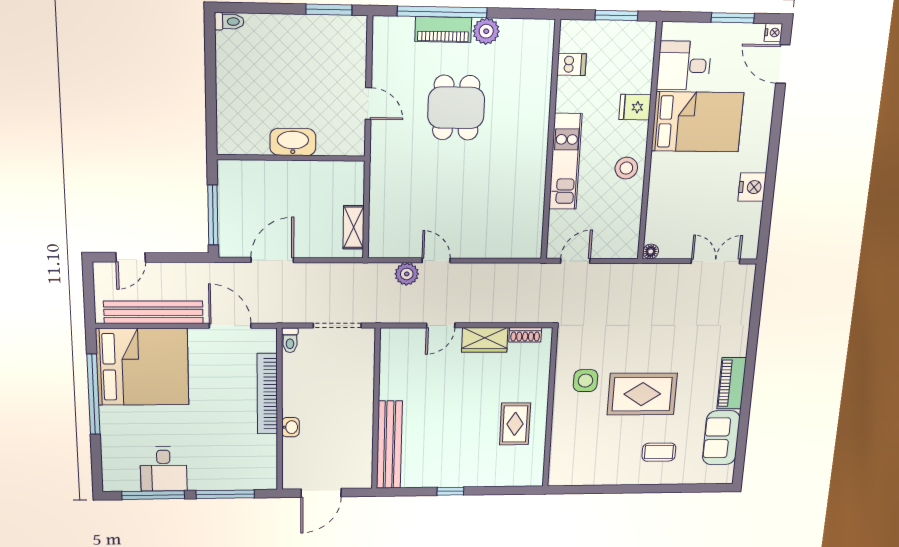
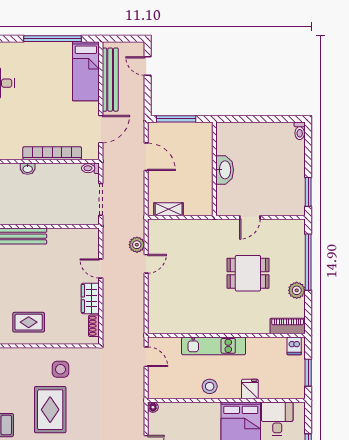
piano: (443, 29) -> (288, 326), moved, turned 90
dishwasher: (572, 64) -> (294, 346), moved
bed: (143, 367) -> (86, 71), width x0.49

